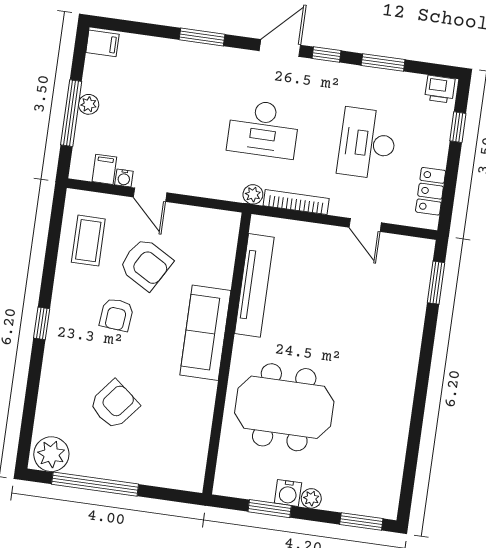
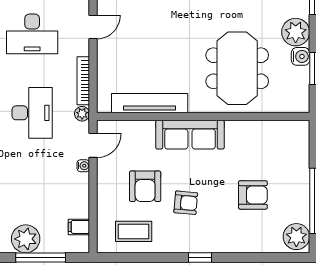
plant: (89, 104) -> (26, 239), width x1.87, depth x1.87
water cooler: (124, 178) -> (83, 166), moved
door: (150, 195) -> (93, 145), moved
armchair: (146, 264) -> (145, 186), turned 150
armchair: (114, 405) -> (253, 195), turned 141
plant: (311, 498) -> (296, 32), width x1.87, depth x1.87

